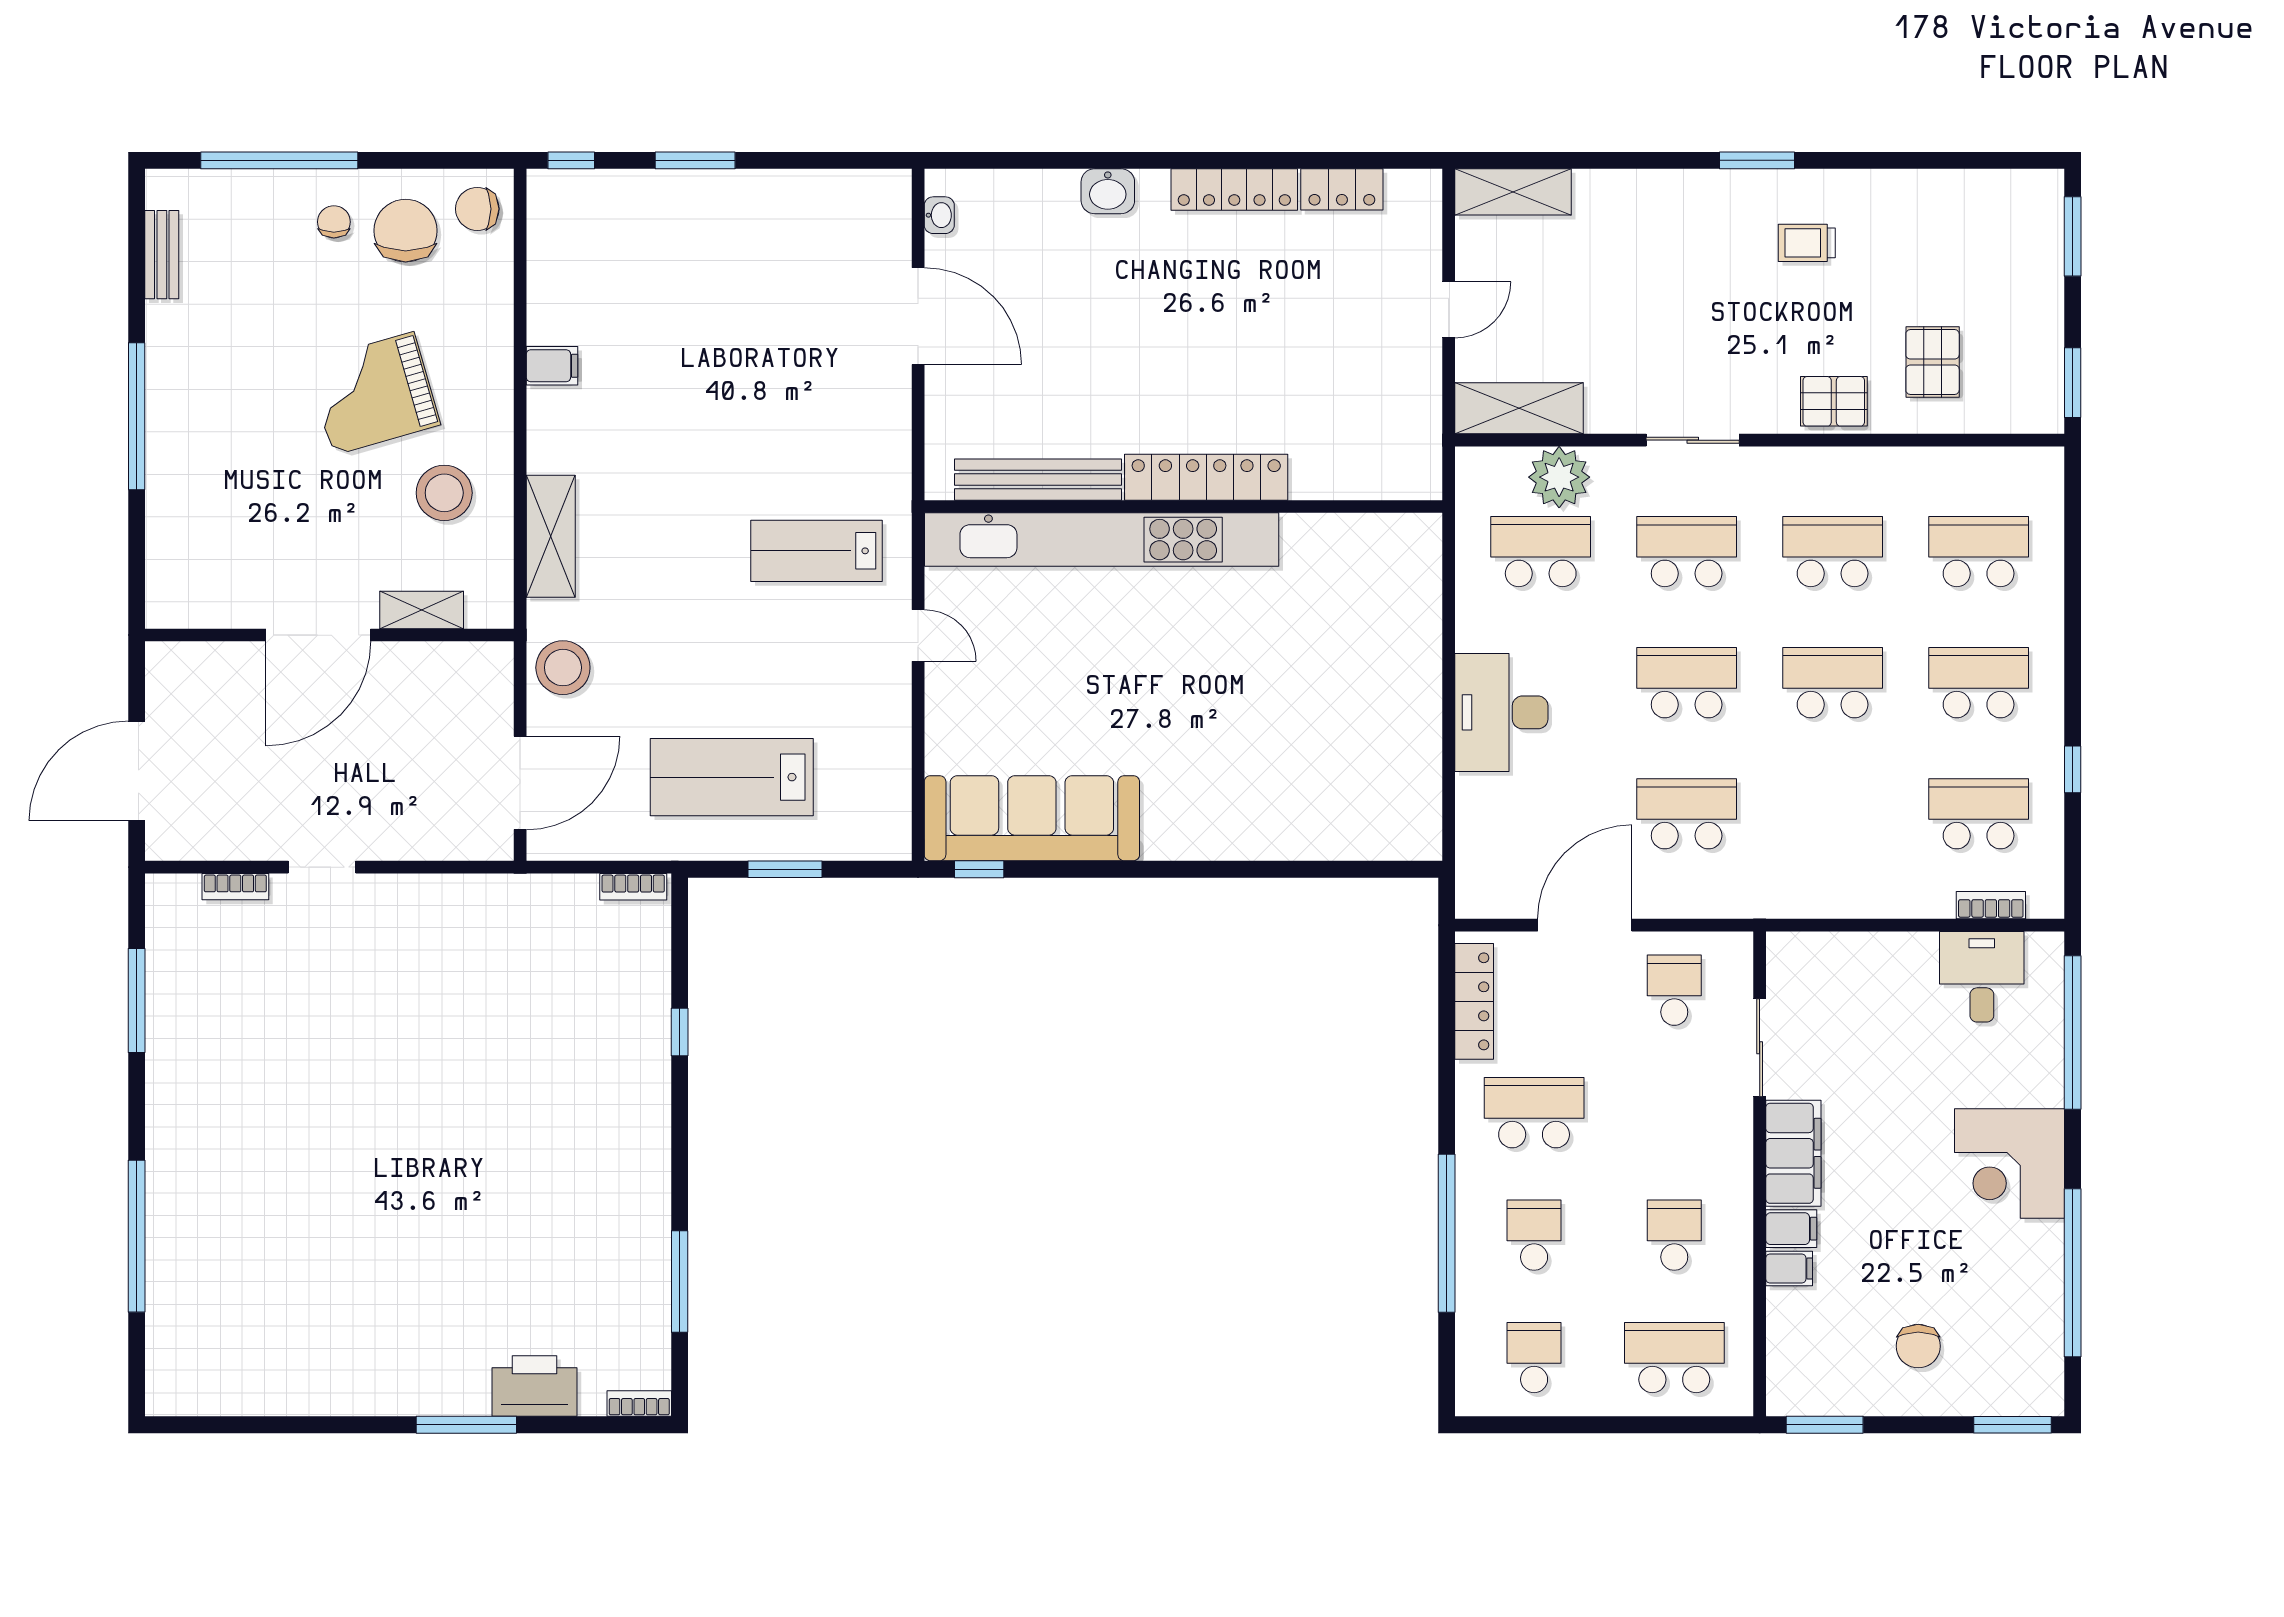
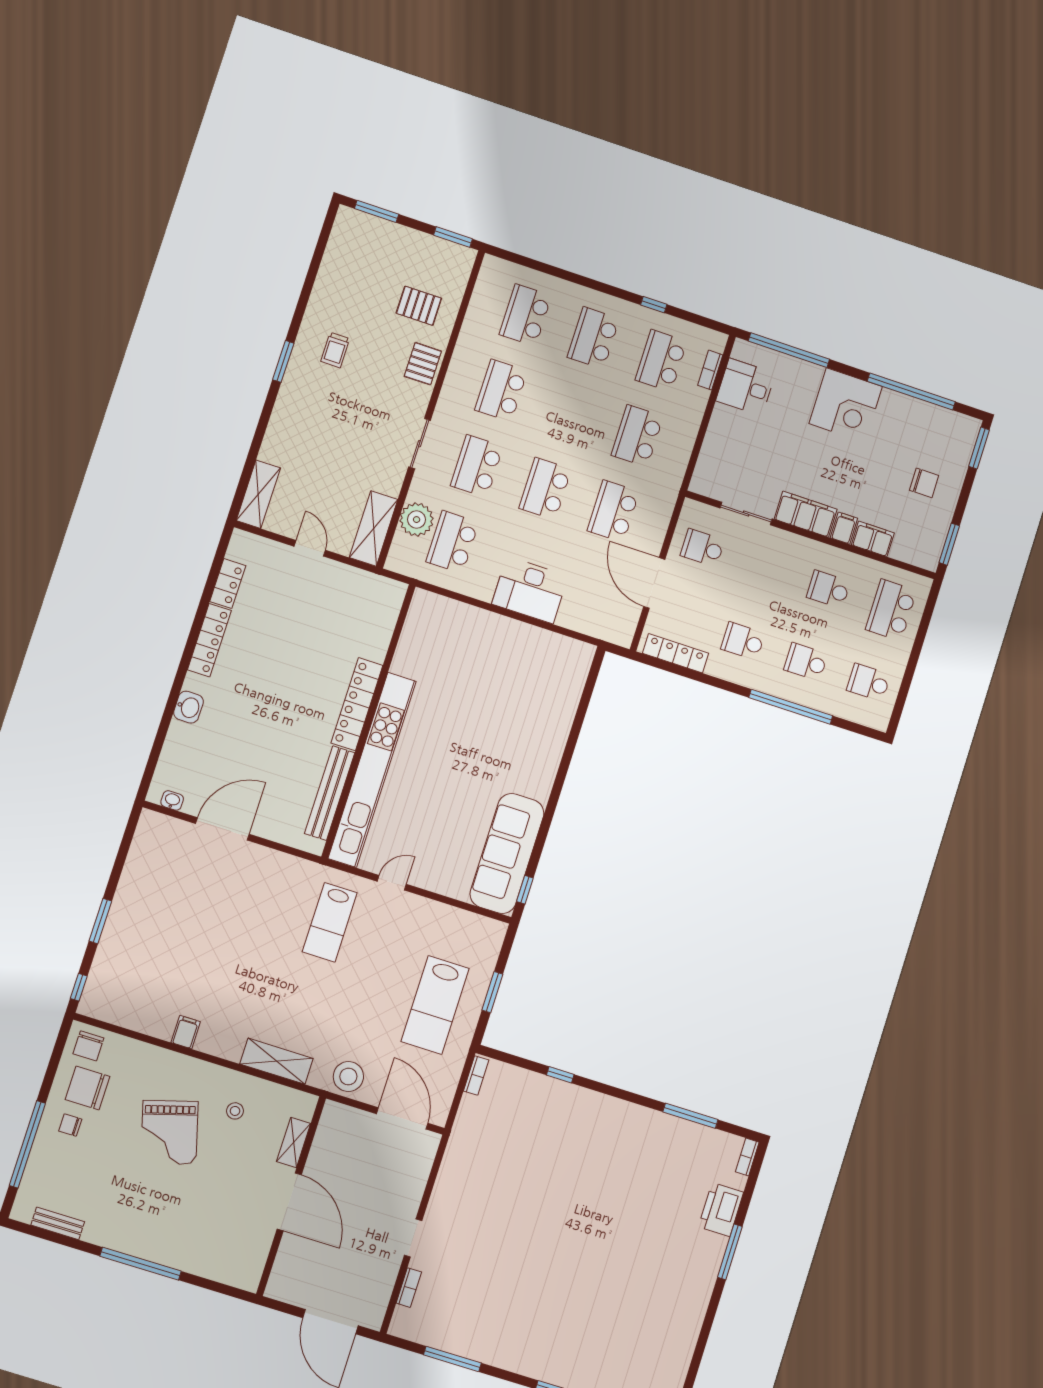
stool: (444, 493) -> (235, 1111), width x0.53, depth x0.53
school desk: (1833, 683) -> (637, 436), moved
school desk: (1534, 1113) -> (743, 641), width x0.54
filing cabinet: (1789, 1268) -> (873, 539), width x2.00

